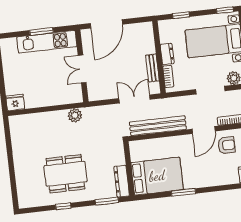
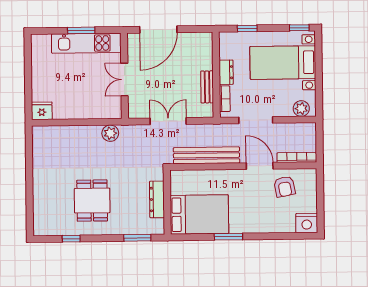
doorway: (210, 90) -> (256, 120), moved
double door: (134, 99) -> (168, 121), moved
door: (204, 130) -> (260, 166), swing flipped
armchair: (226, 145) -> (285, 187), turned 79
dining table: (65, 174) -> (92, 201), width x0.73
dresser: (122, 181) -> (157, 199), moved
window: (63, 206) -> (71, 239), moved

